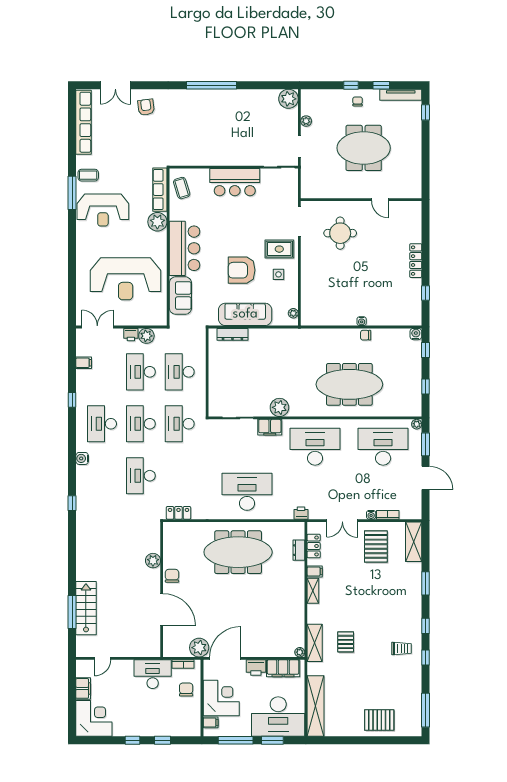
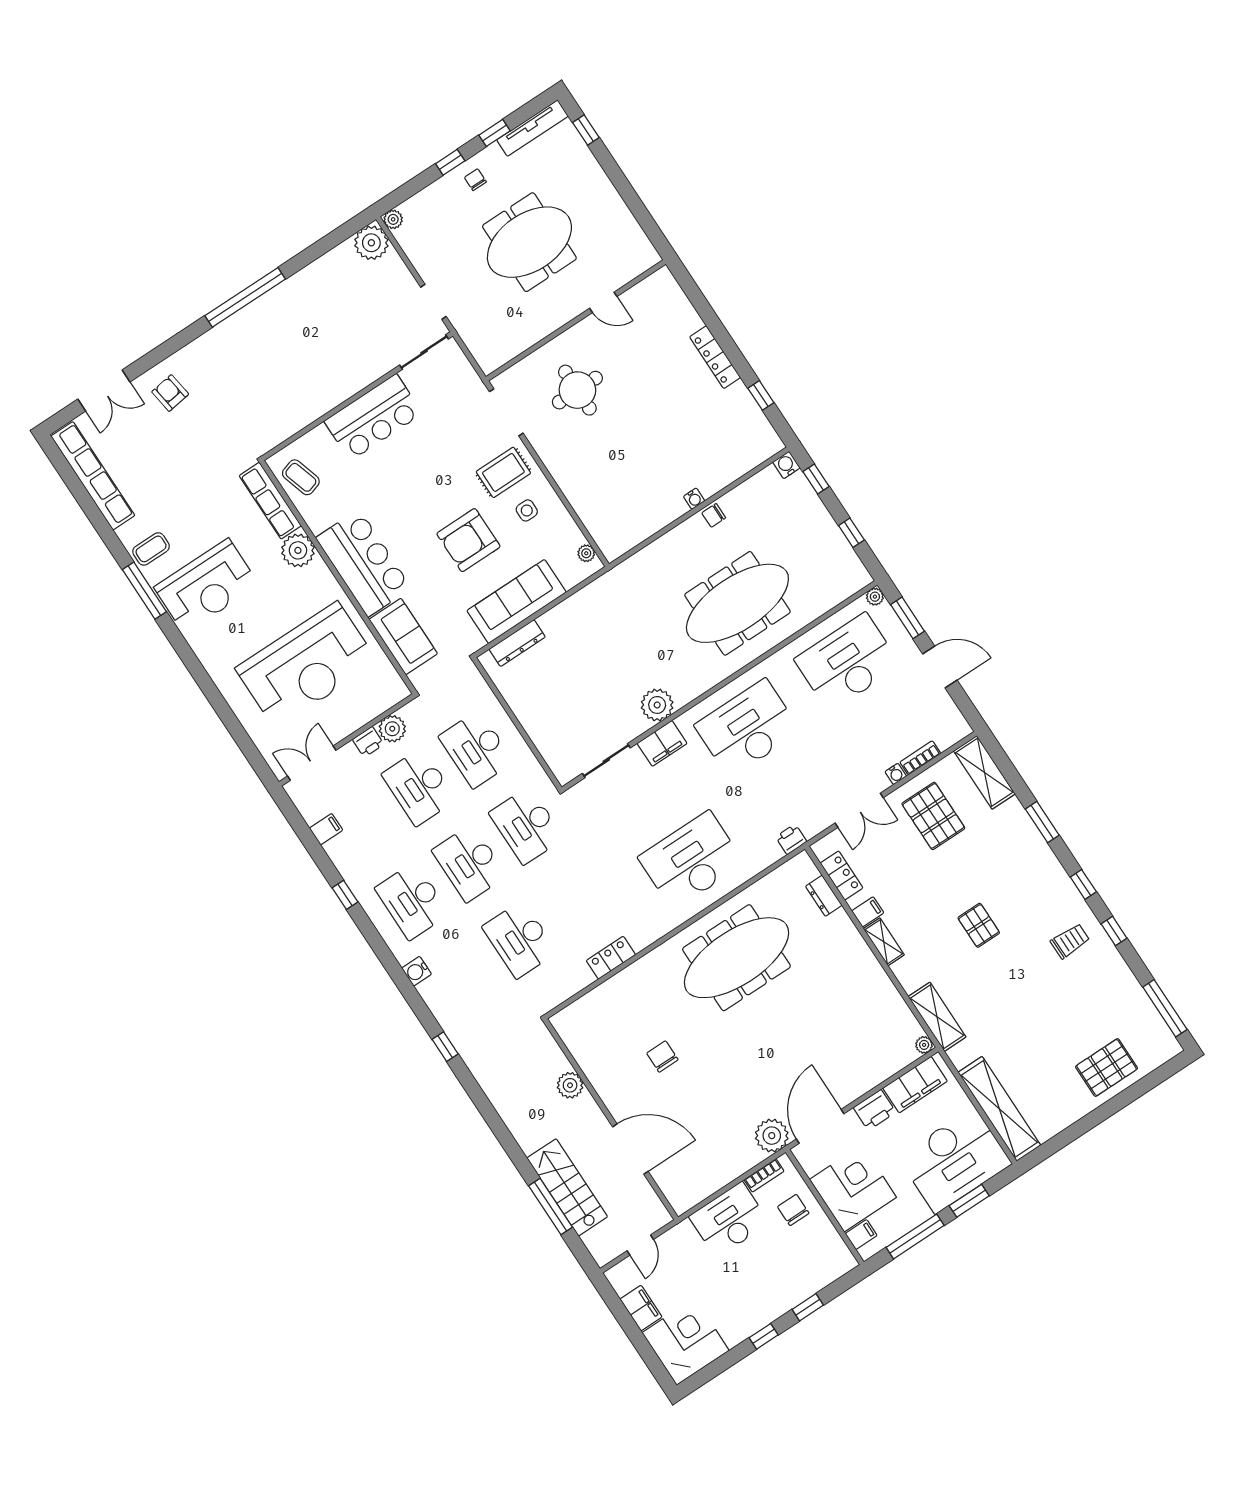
plant: (306, 121) -> (393, 219), moved
plant: (153, 561) -> (570, 1085), moved
wall: (162, 589) -> (611, 1119), moved
door: (162, 610) -> (630, 1149), moved
pallet: (346, 642) -> (979, 925), moved

